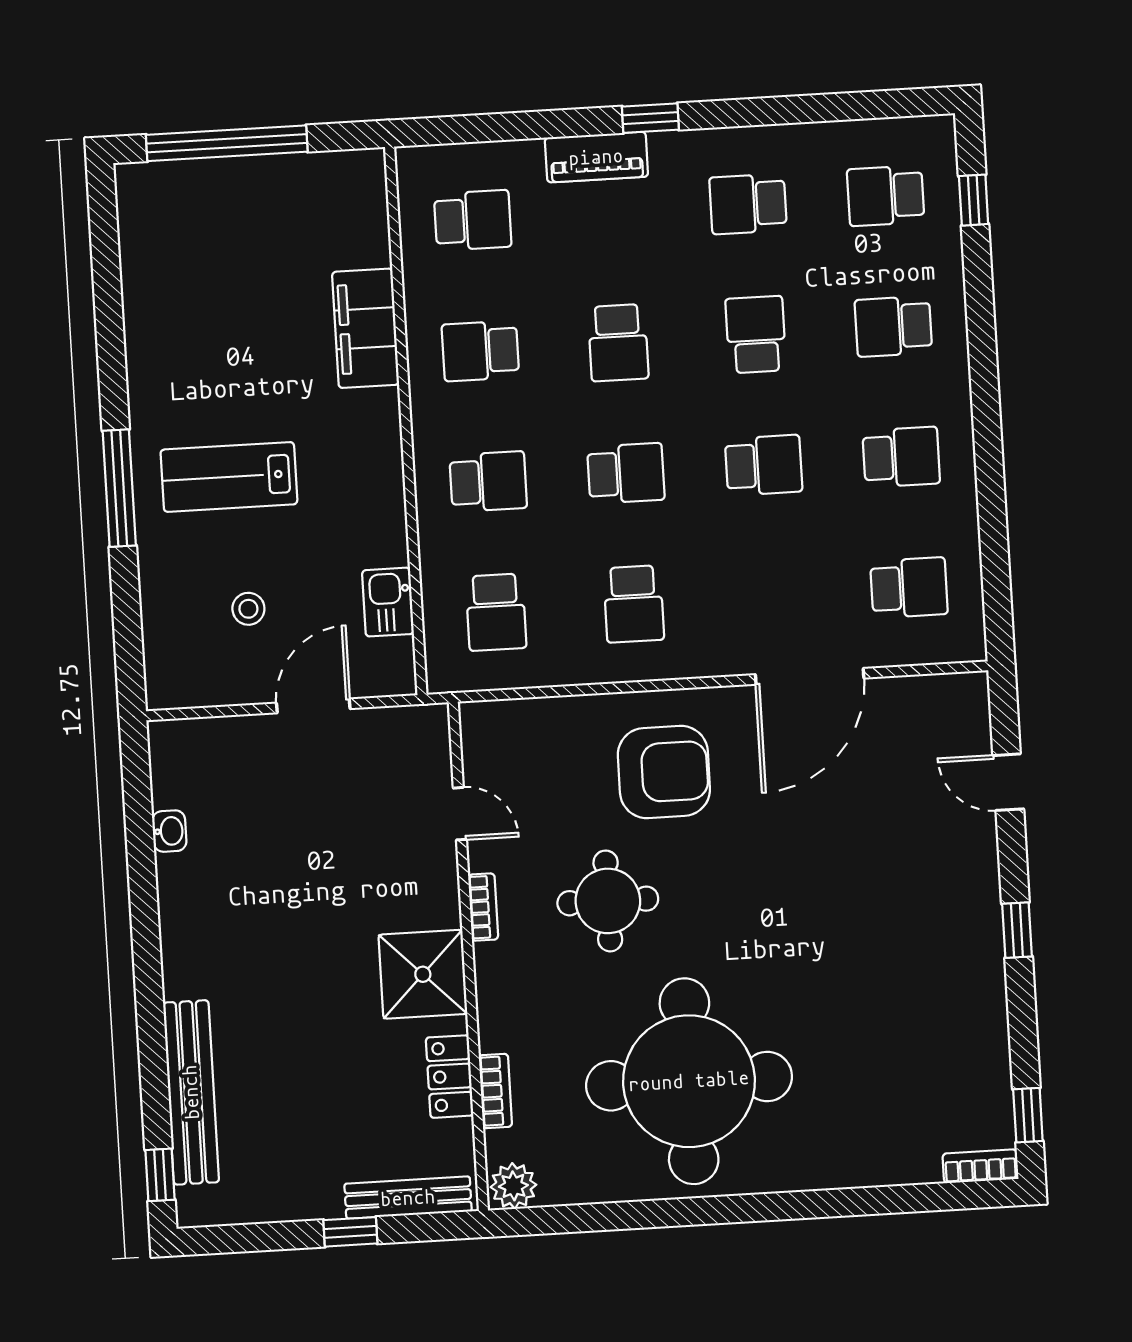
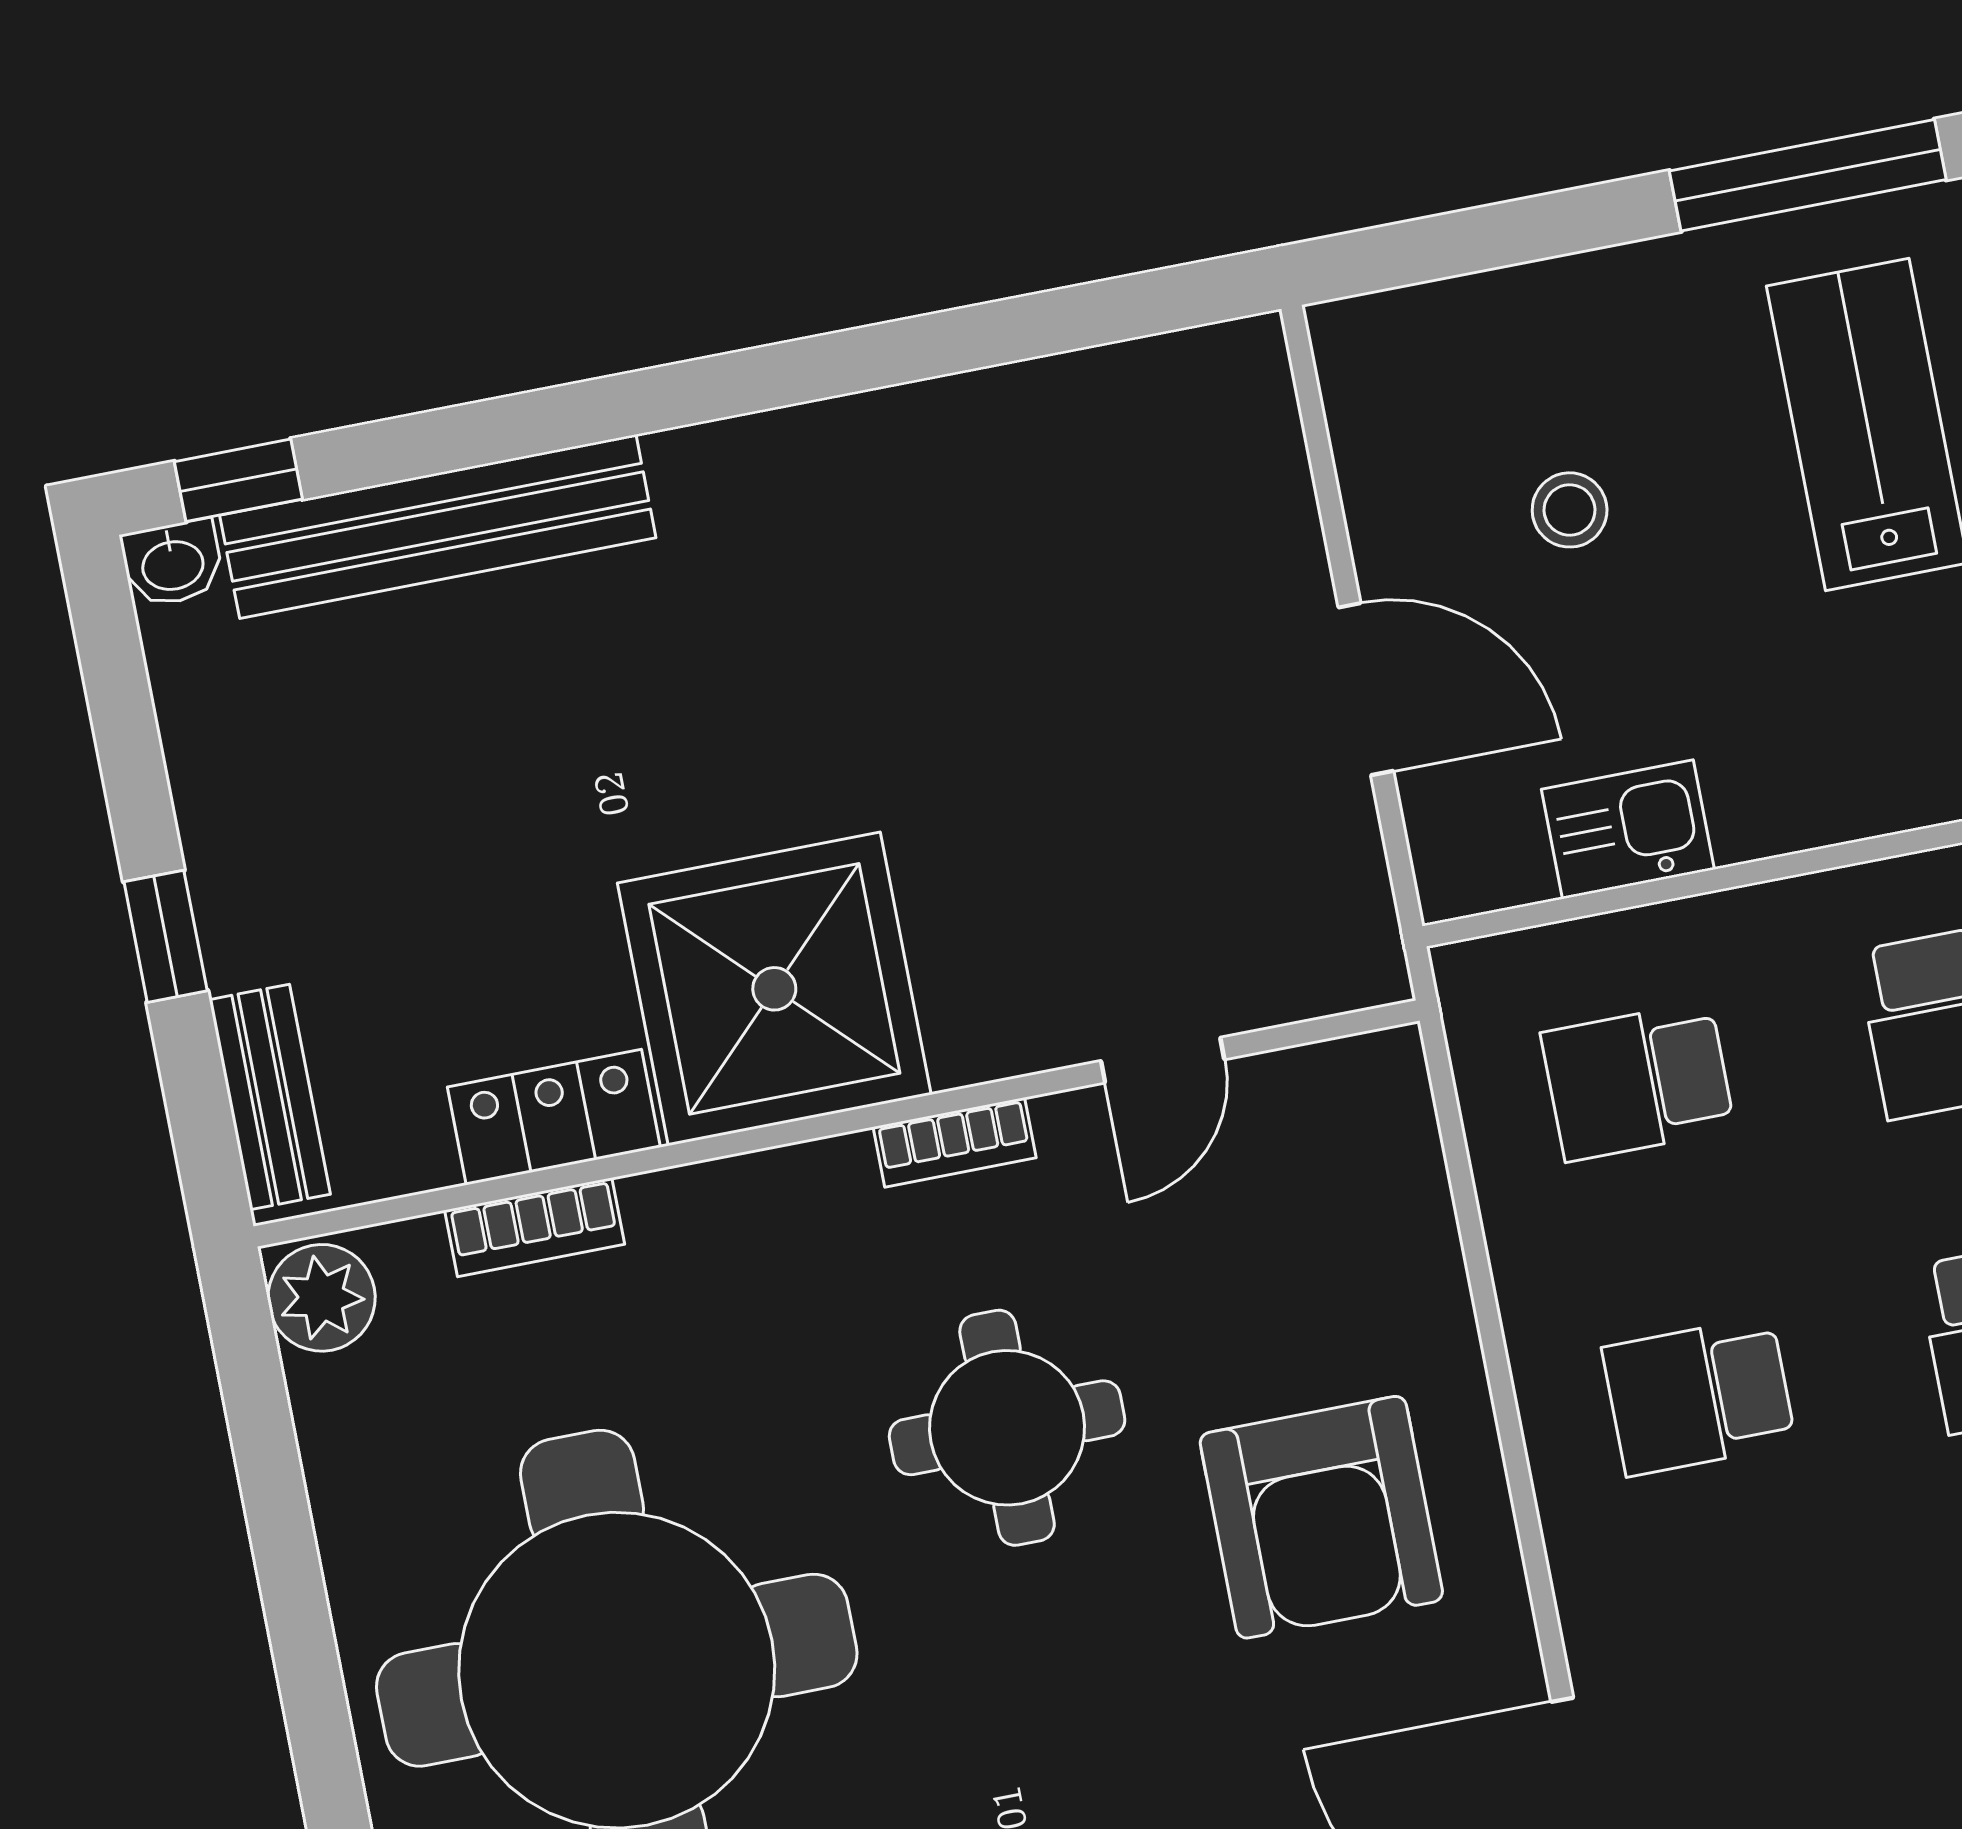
washbasin: (169, 831) -> (172, 563), moved
shower: (423, 974) -> (774, 989), width x1.37, depth x1.37
bench: (408, 1198) -> (270, 1097), width x0.73

